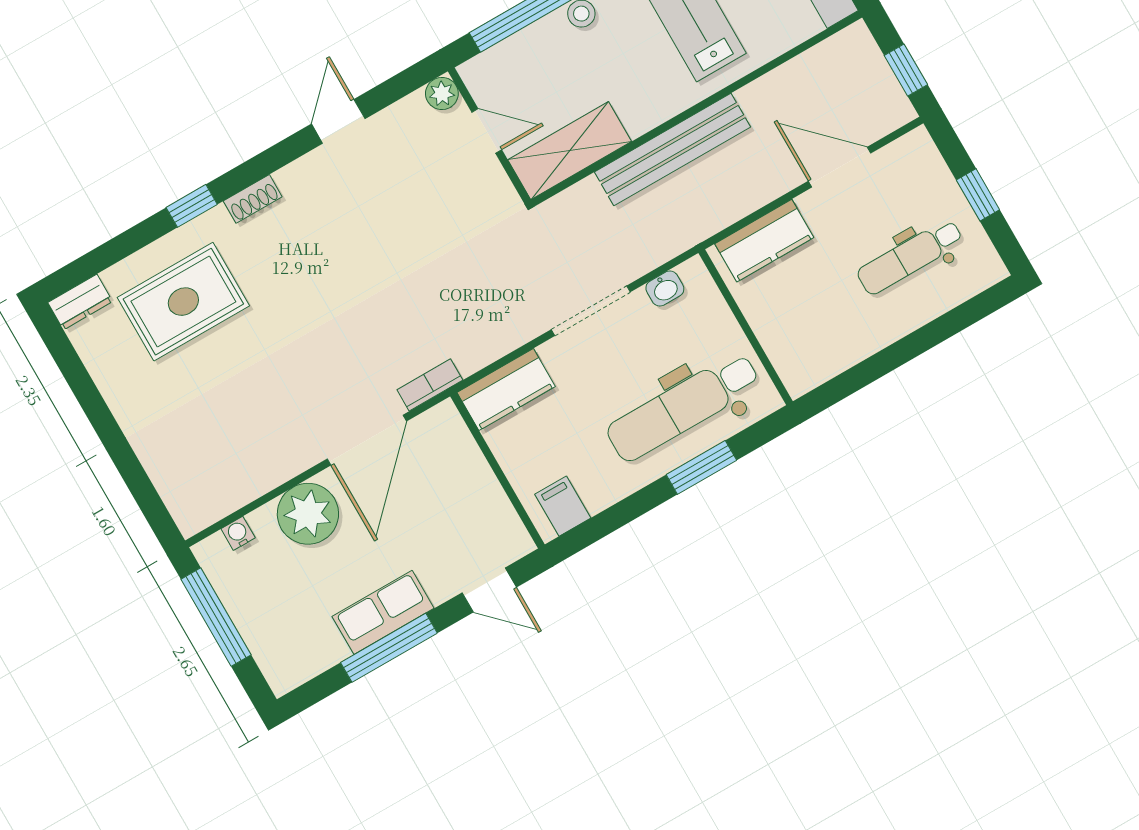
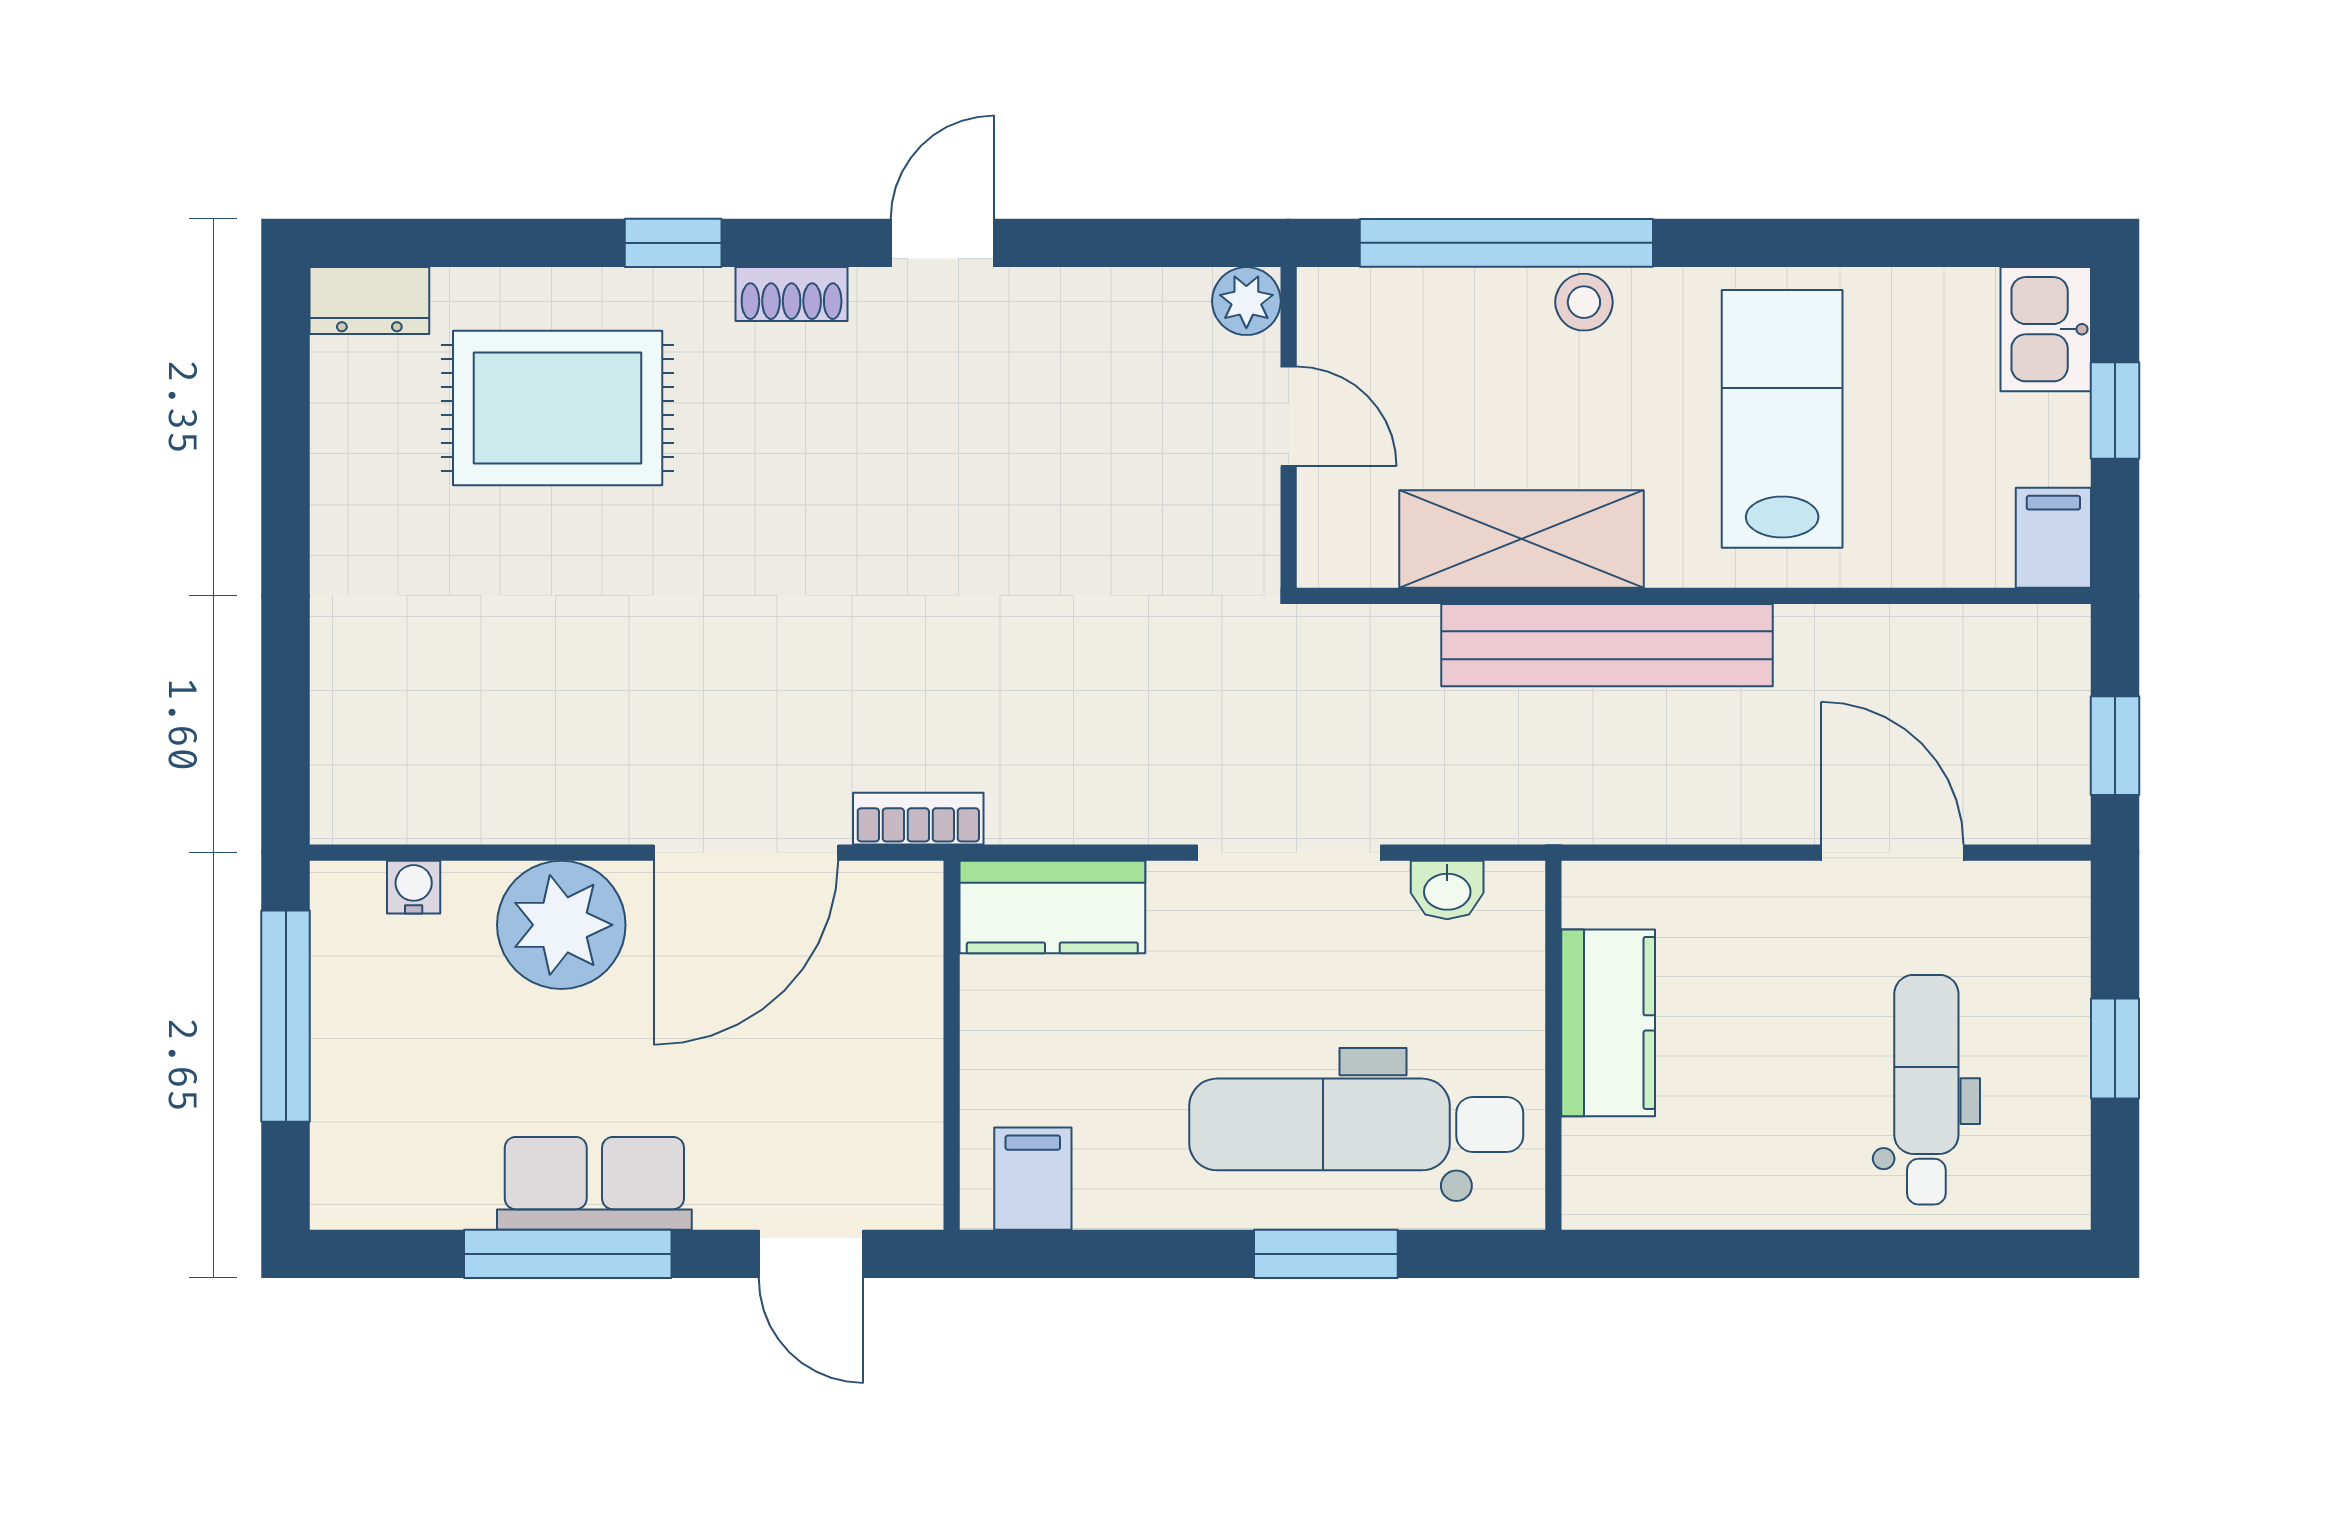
door: (338, 121) -> (942, 243), moved
shelving: (570, 151) -> (1522, 539), moved
kitchen counter: (764, 241) -> (1608, 1023), moved, turned -90
dental chair: (910, 257) -> (1926, 1090), turned 90

